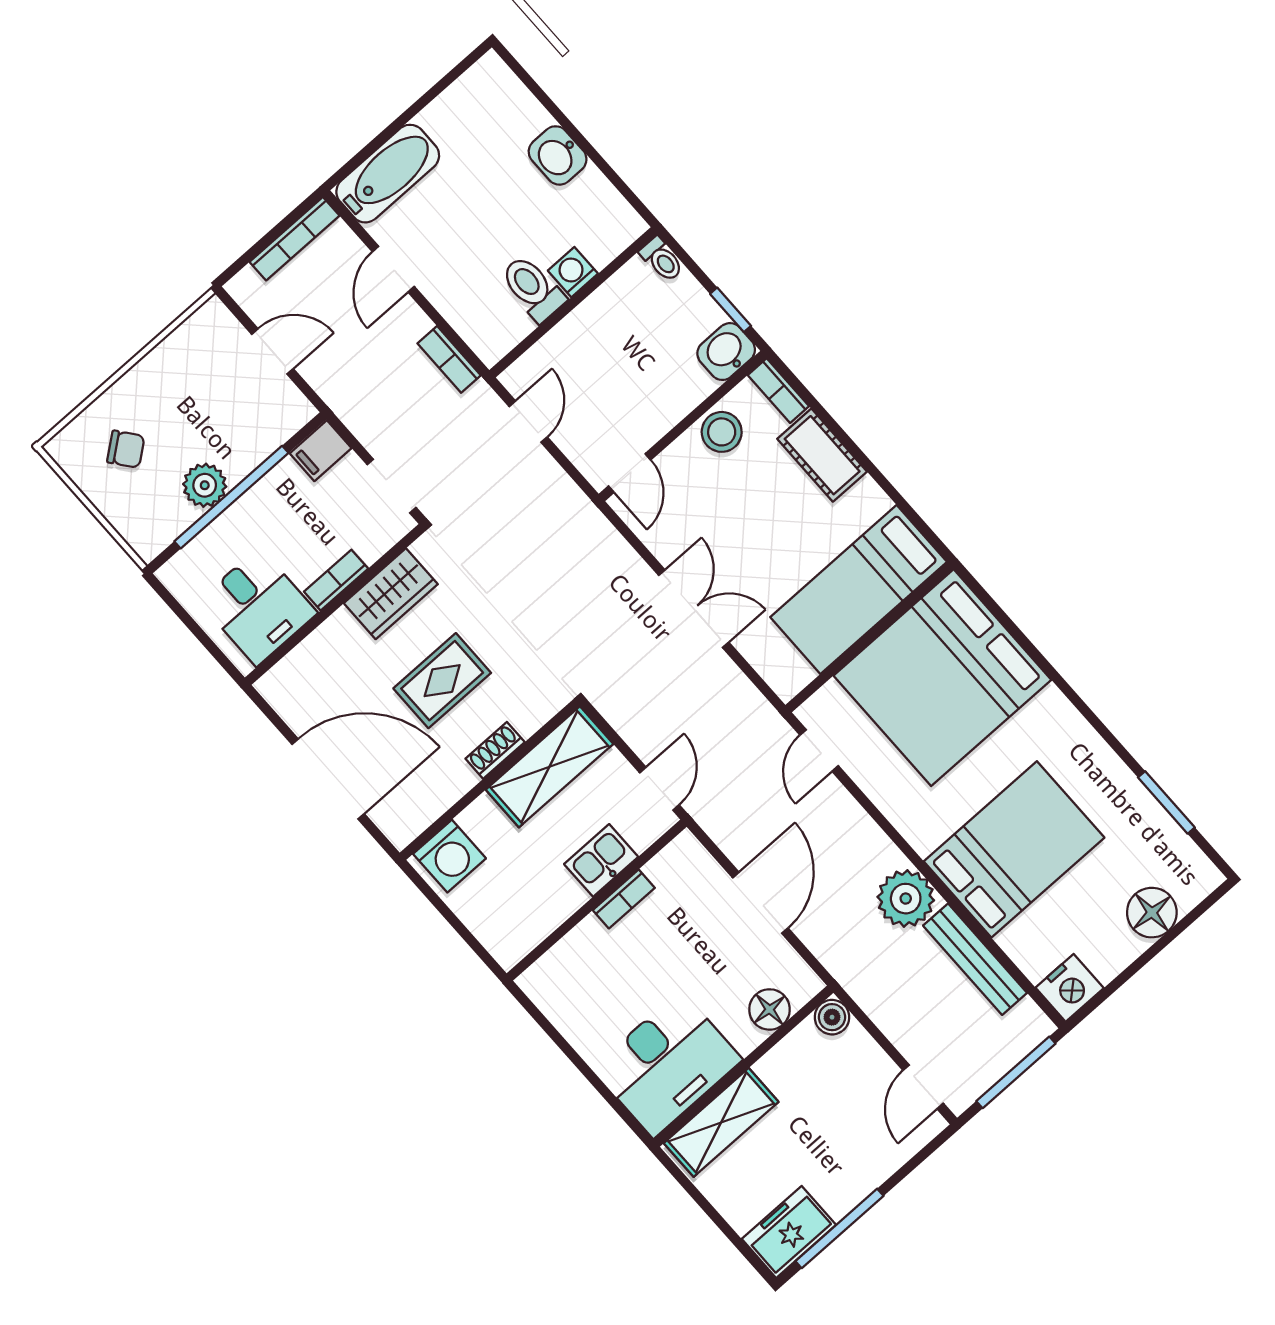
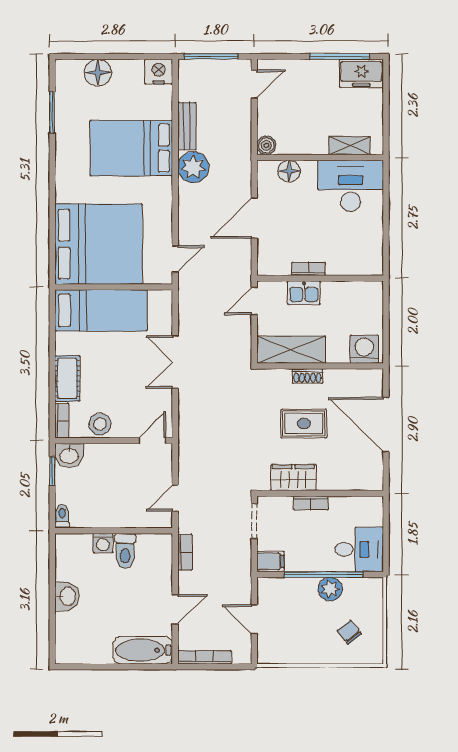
desk: (258, 607) -> (359, 549), moved, turned 90
bench: (975, 959) -> (187, 126), width x0.73
shelving: (721, 1122) -> (350, 146), width x0.67, depth x0.75

